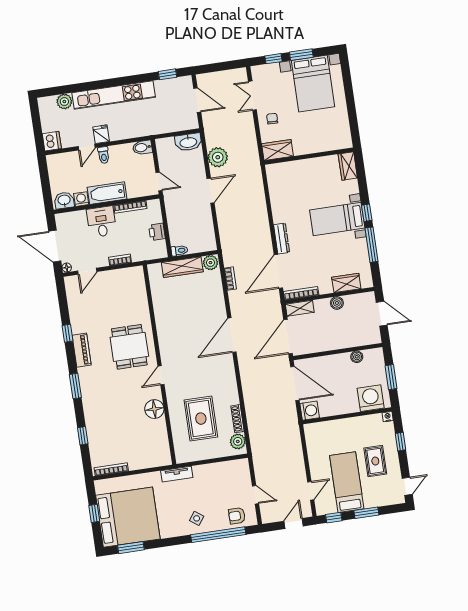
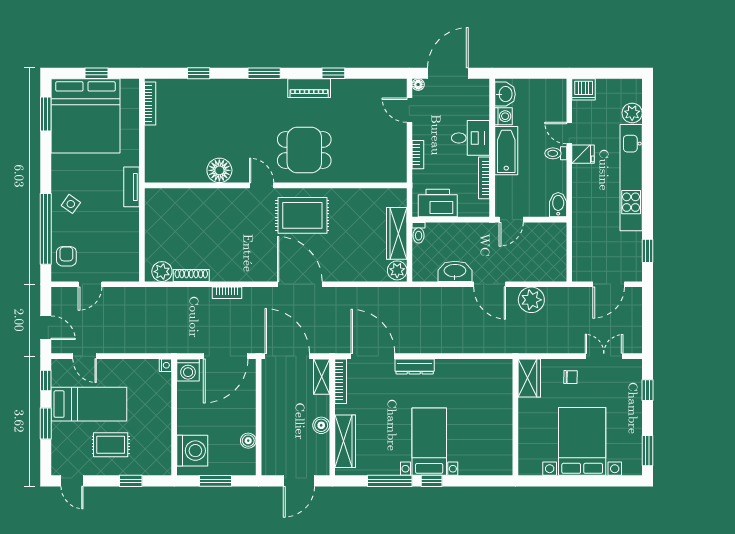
window: (301, 55) -> (647, 451), moved
bed with nightstands: (313, 84) -> (582, 441), moved, turned 90
washbasin: (188, 142) -> (455, 271), moved, turned 90
wardrobe: (348, 166) -> (495, 465), removed
printer: (157, 232) -> (438, 203), width x1.87, depth x1.48
bookcase: (230, 279) -> (227, 293), moved
wardrobe: (346, 283) -> (345, 441), width x1.50
nightstand: (388, 417) -> (165, 365), moved
rug: (201, 419) -> (302, 215), moved

